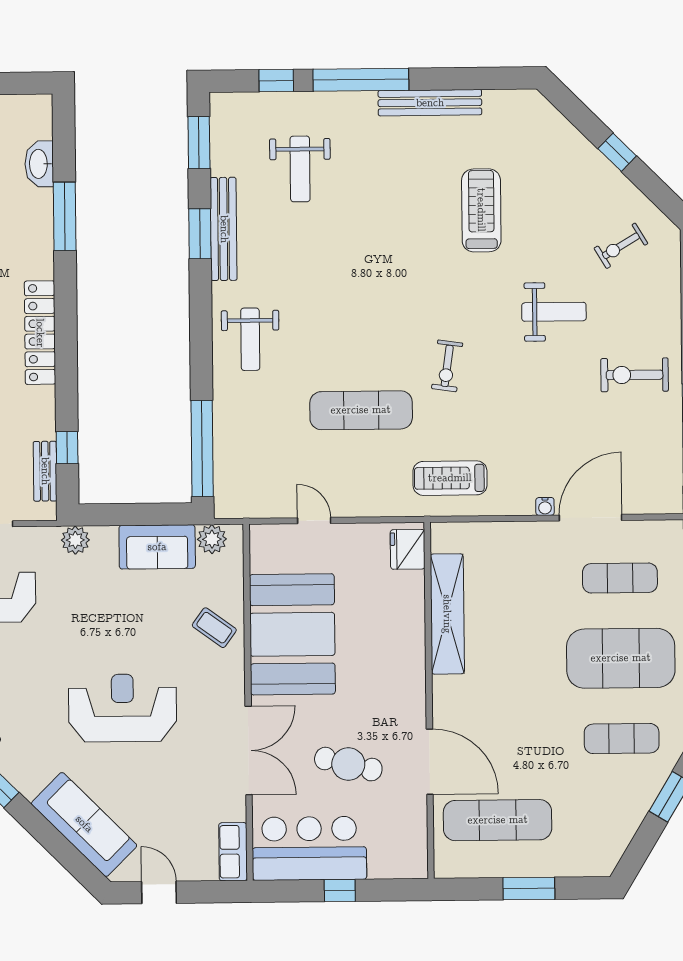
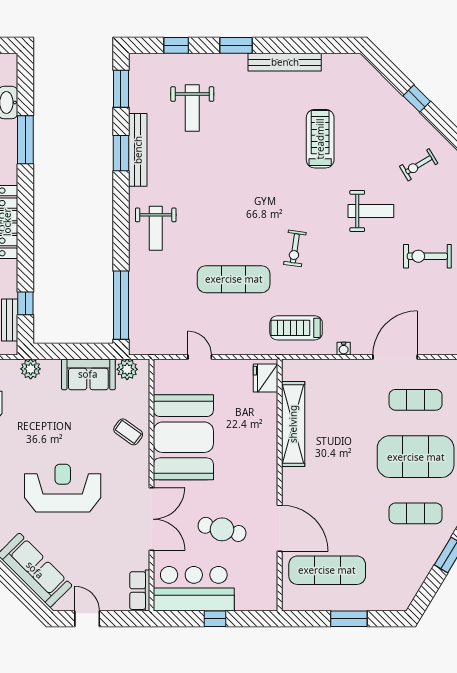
window: (361, 80) -> (236, 45), width x0.47
water cooler: (545, 506) -> (344, 349), moved

